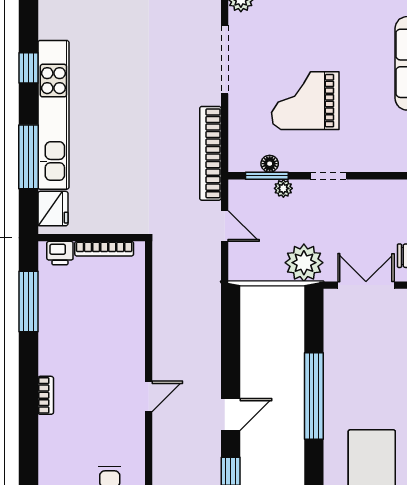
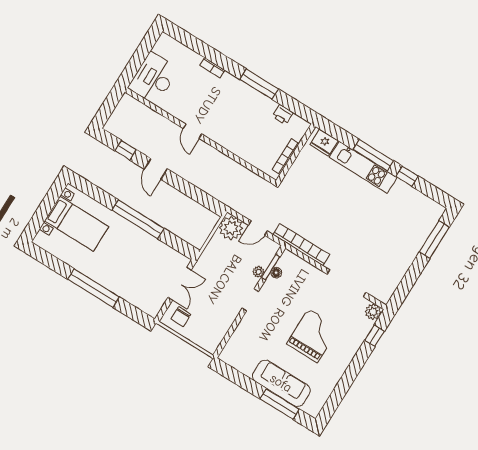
grand piano: (305, 101) -> (313, 336), moved
kitchen unit: (53, 115) -> (363, 167), width x0.73
window: (29, 157) -> (373, 155), moved
printer: (60, 253) -> (283, 115), moved, turned -90
plant: (304, 263) -> (231, 228), moved
window: (29, 301) -> (259, 84), moved
bookcase: (46, 395) -> (212, 68), moved

